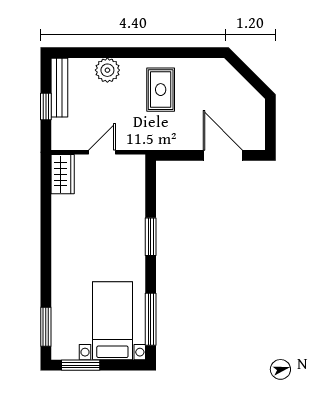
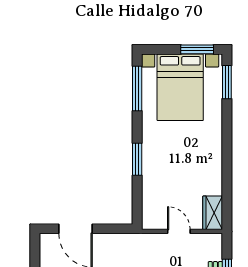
door: (102, 152) -> (179, 231), swing flipped
bed with nightstands: (112, 321) -> (180, 87), width x1.36

